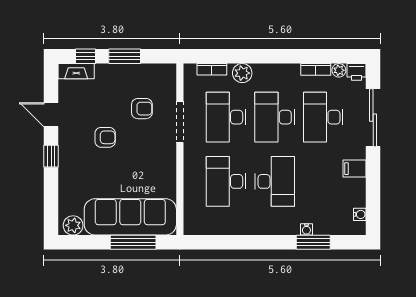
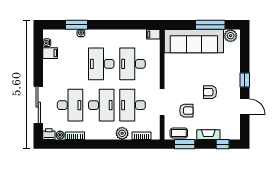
window: (125, 56) -> (185, 144), moved
fireplace: (76, 71) -> (208, 135), moved
coffee table: (154, 74) -> (179, 133), added
armchair: (142, 109) -> (186, 111), turned 180
desk: (226, 117) -> (133, 105), turned 180
filing cabinet: (354, 169) -> (50, 53), moved
desk: (226, 181) -> (133, 64), turned 180
filing cabinet: (194, 227) -> (153, 34), added
window: (133, 242) -> (210, 25), moved

